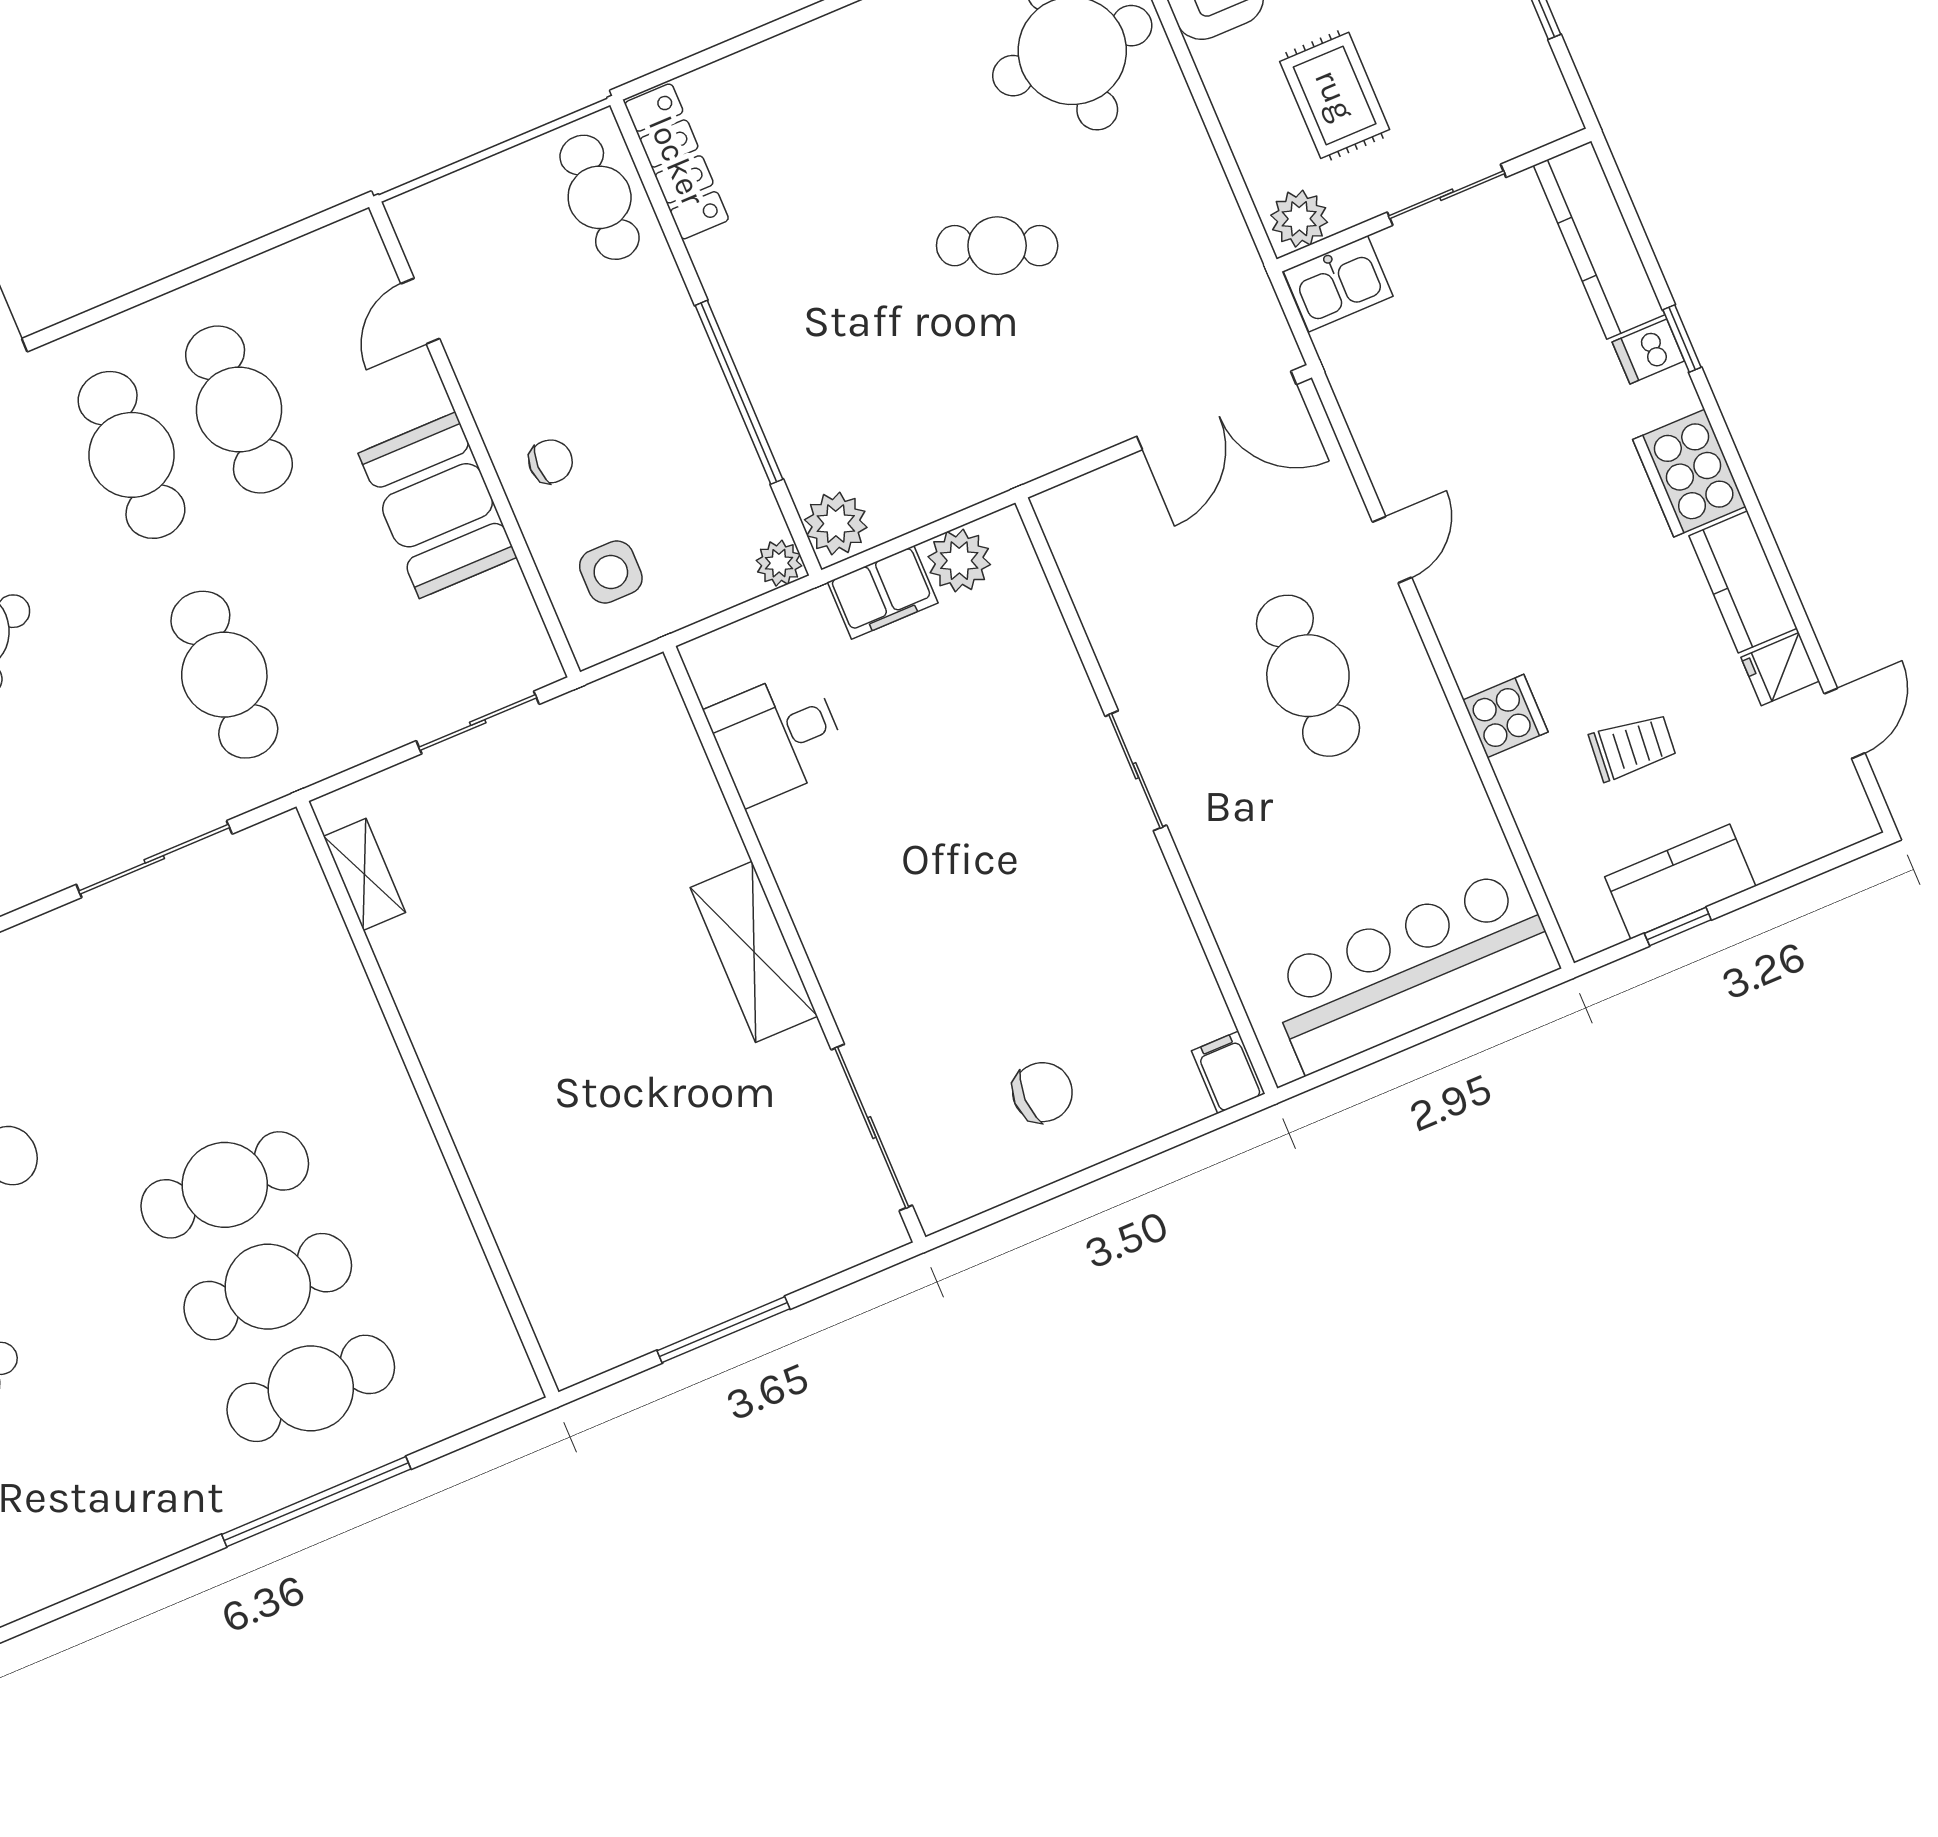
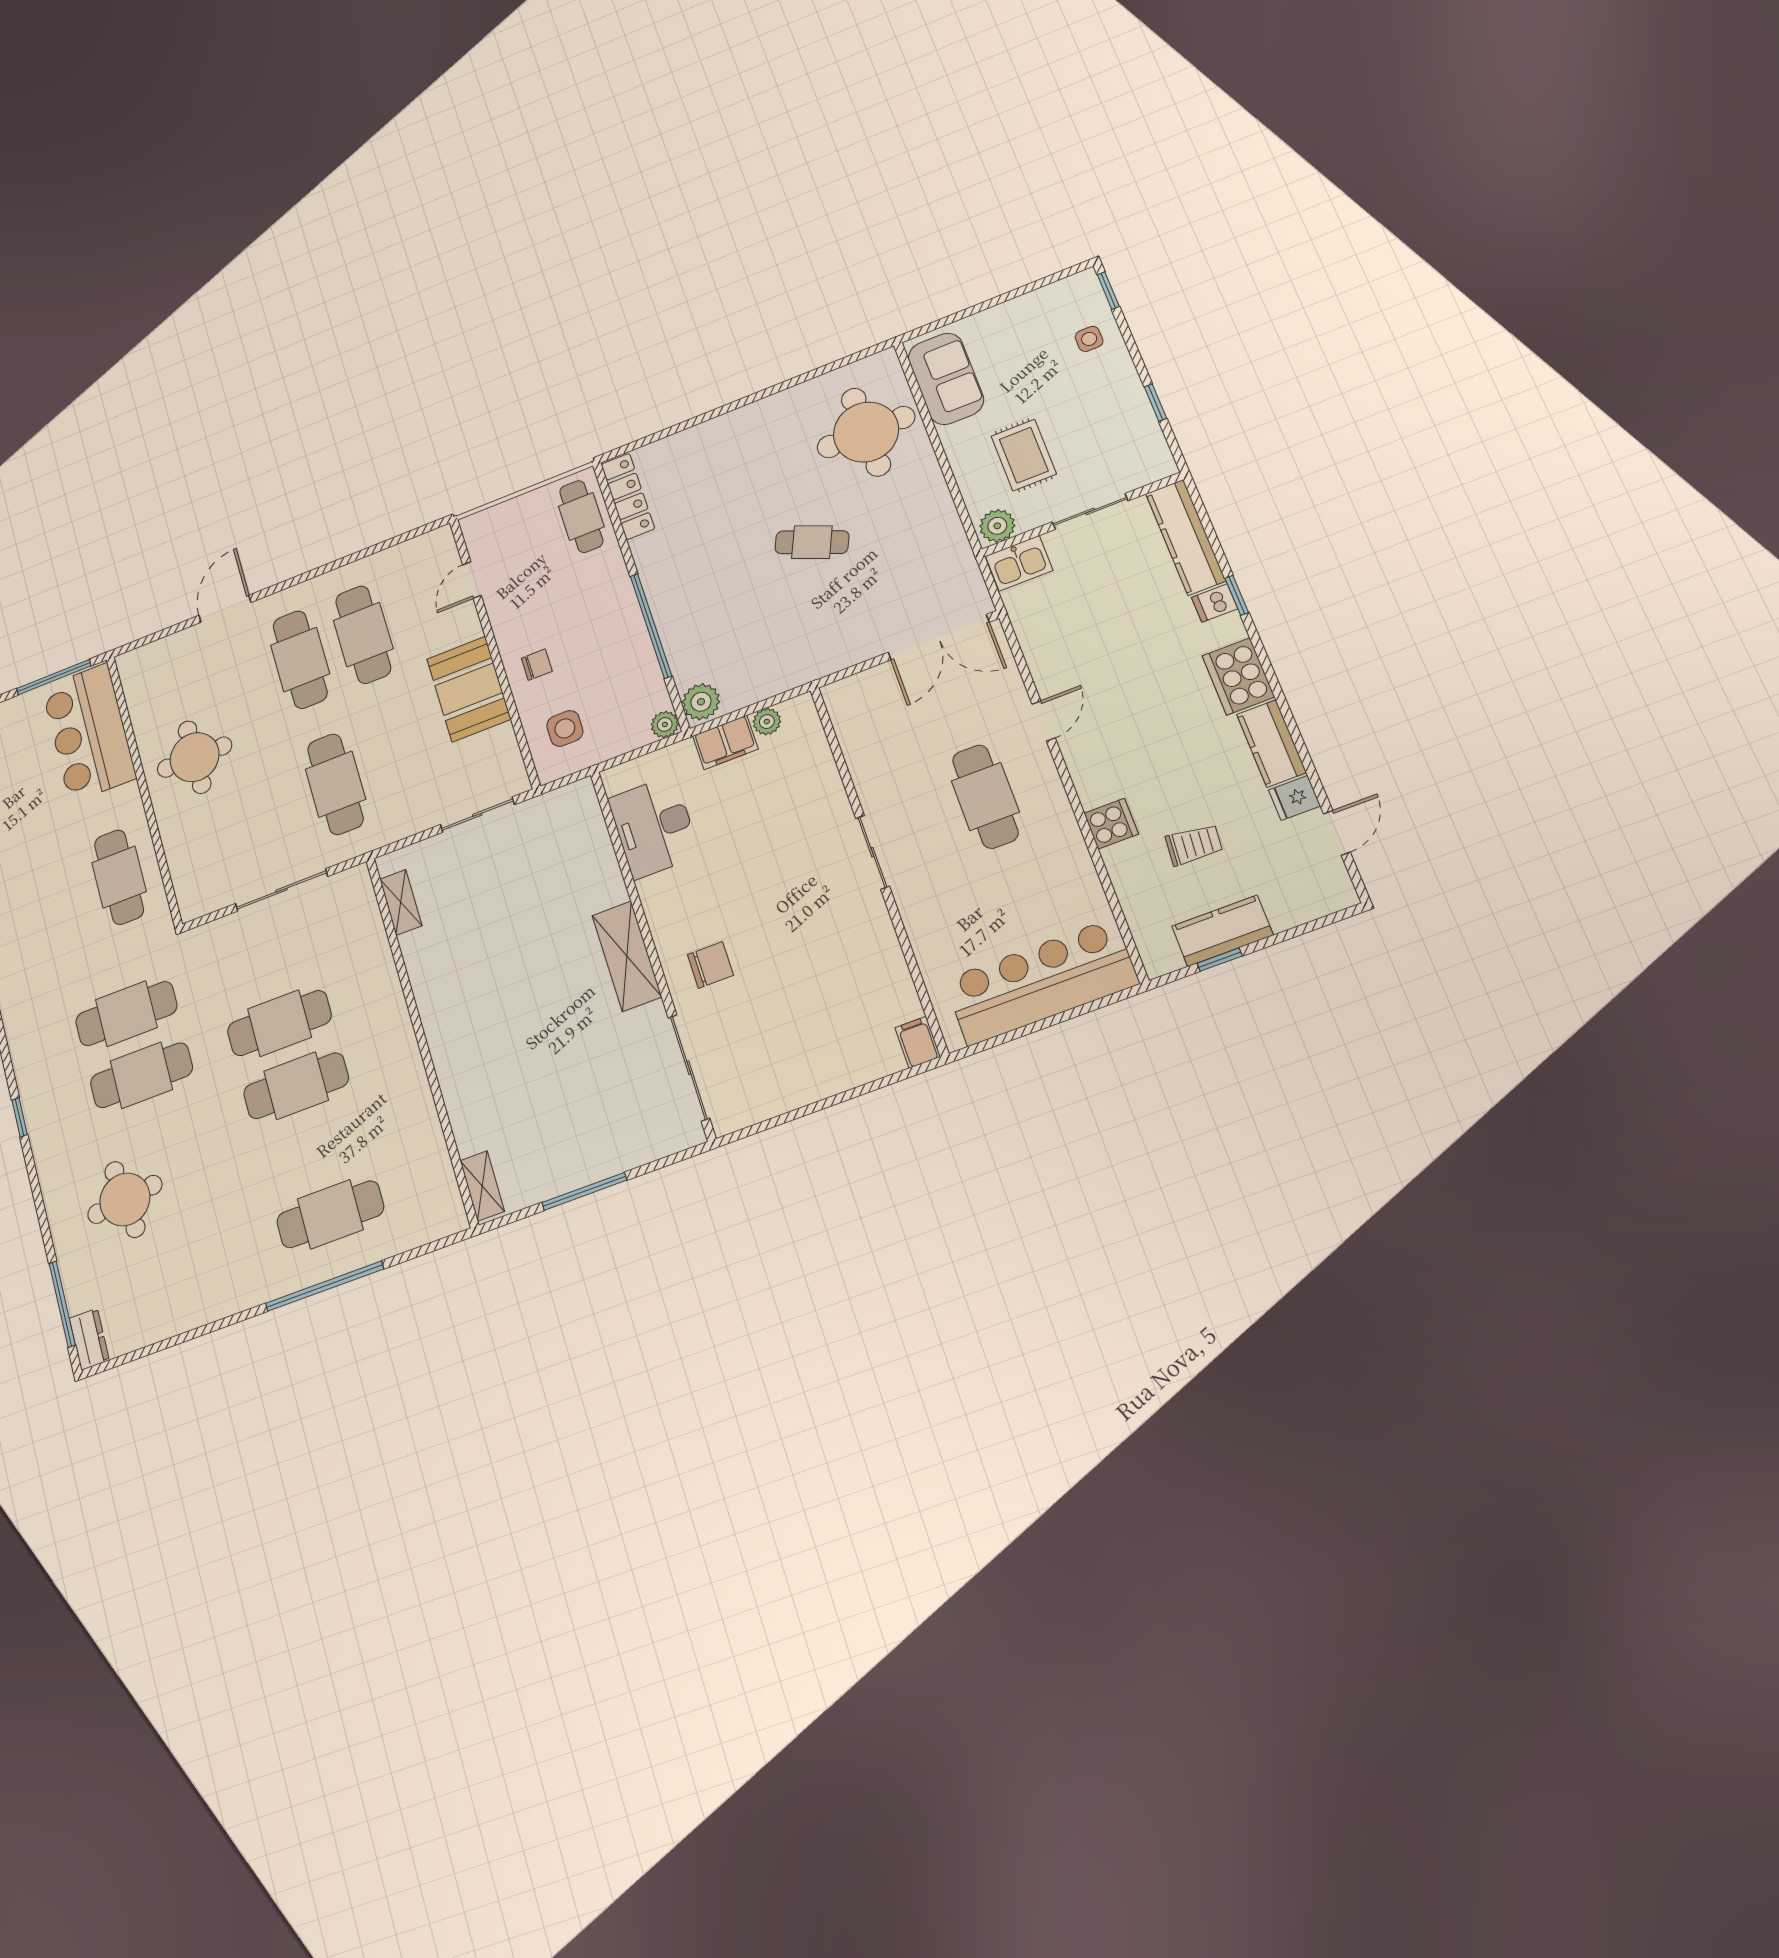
plant: (959, 561) -> (767, 722), width x0.73, depth x0.73
desk: (777, 737) -> (654, 827), width x1.37
chair: (1042, 1092) -> (710, 965), moved
cafe table: (268, 1287) -> (279, 1023), moved
shelving: (557, 1330) -> (482, 1186), added

